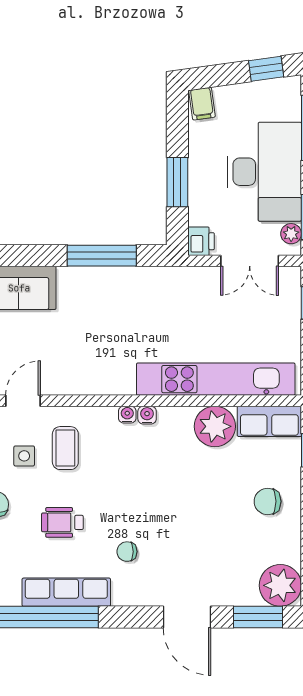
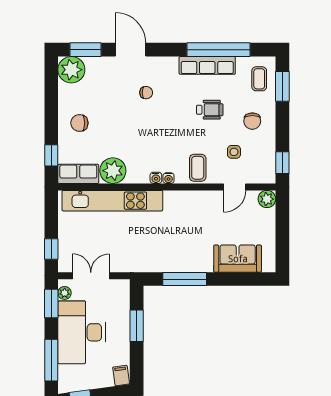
printer: (201, 241) -> (122, 288), removed
coffee table: (65, 448) -> (198, 168), moved
chair: (268, 501) -> (79, 123), turned 180
chair: (127, 552) -> (146, 93), moved

